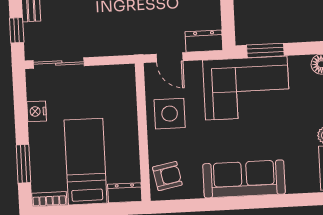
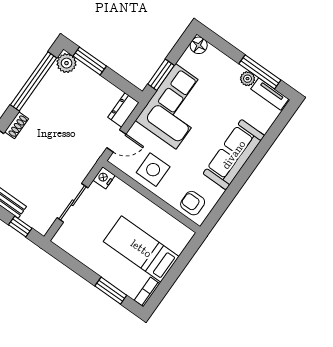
sliding door: (59, 63) -> (73, 203), moved
nightstand: (37, 111) -> (104, 178), moved, turned 90
armchair: (167, 176) -> (193, 203), turned -79
dresser: (125, 193) -> (182, 239), removed

